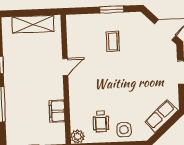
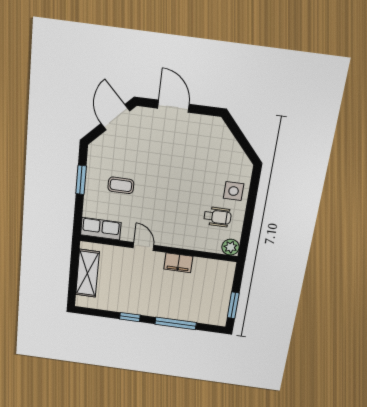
filing cabinet: (57, 111) -> (178, 263), moved
row of seats: (161, 116) -> (101, 229), moved, turned 132

